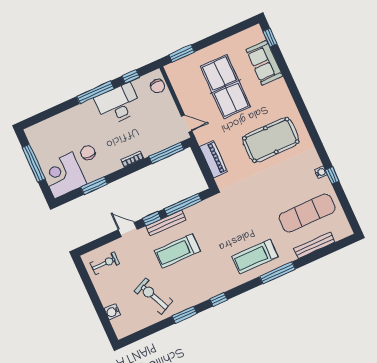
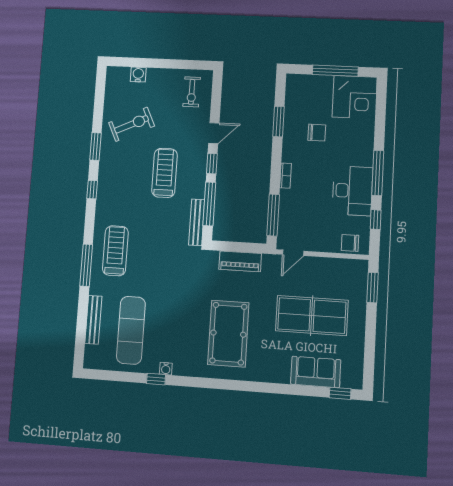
corner desk: (63, 175) -> (355, 97), moved, turned 90
bench: (166, 223) -> (197, 222), moved

